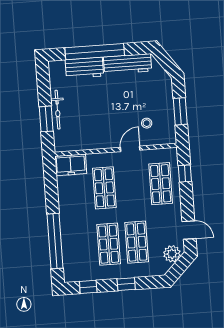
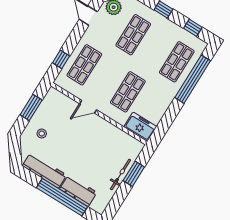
stool: (147, 123) -> (42, 134), moved
shop shelf: (109, 244) -> (177, 62), moved

